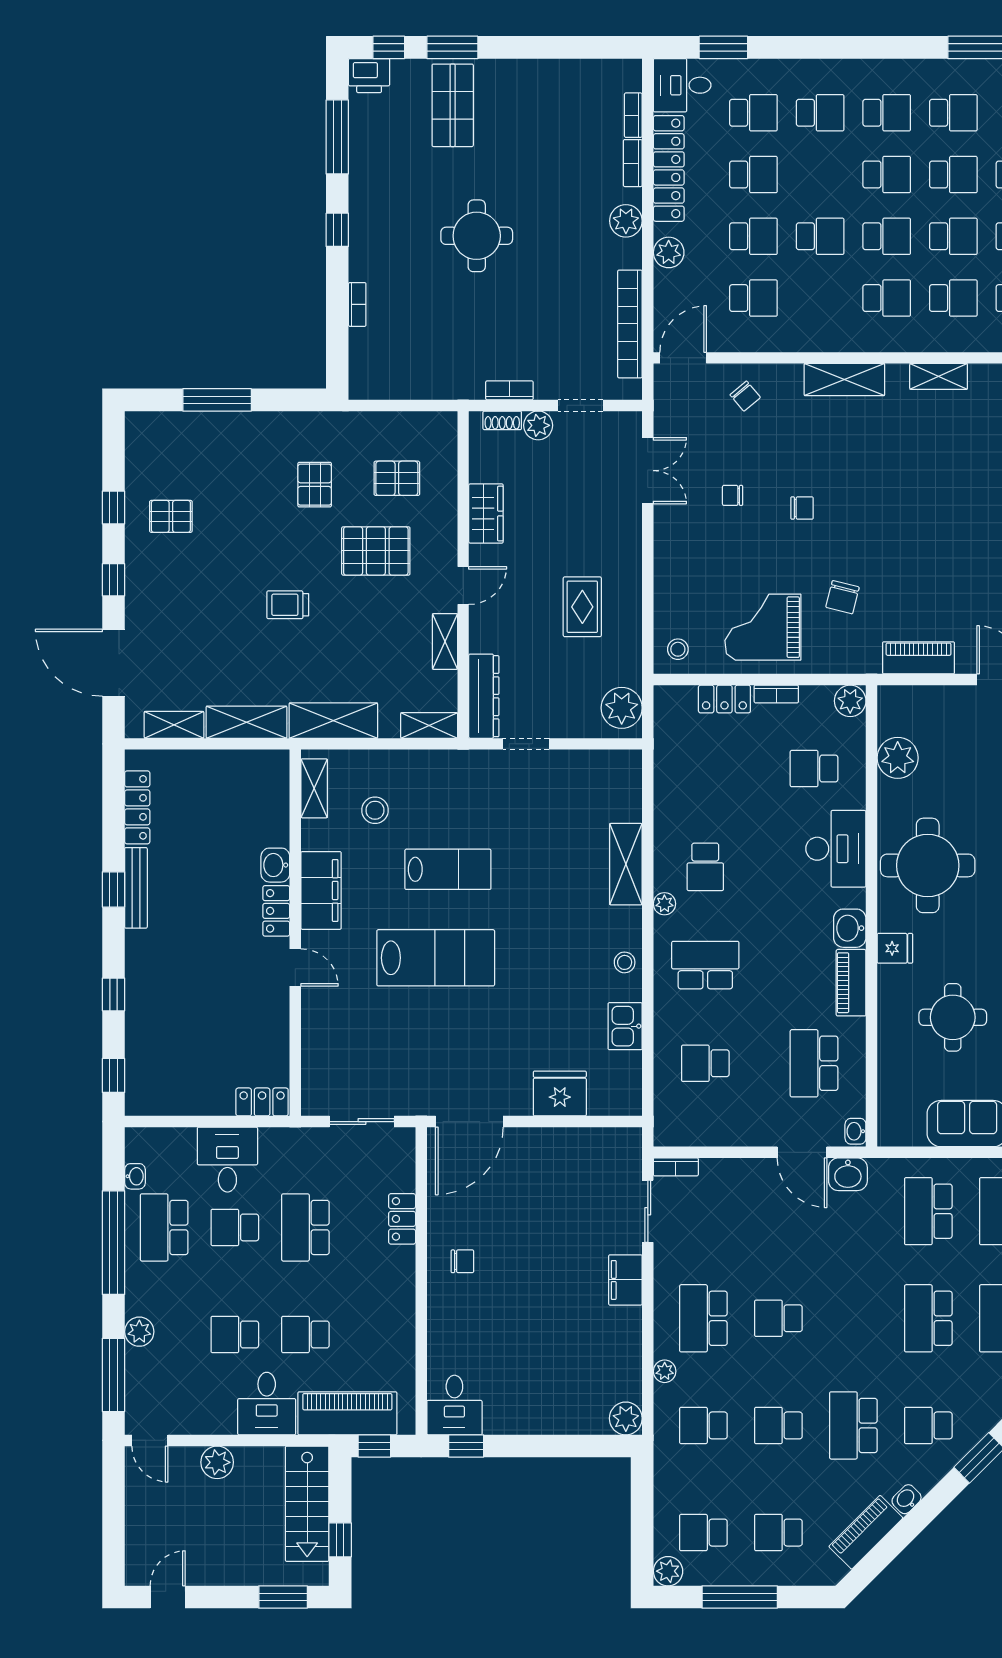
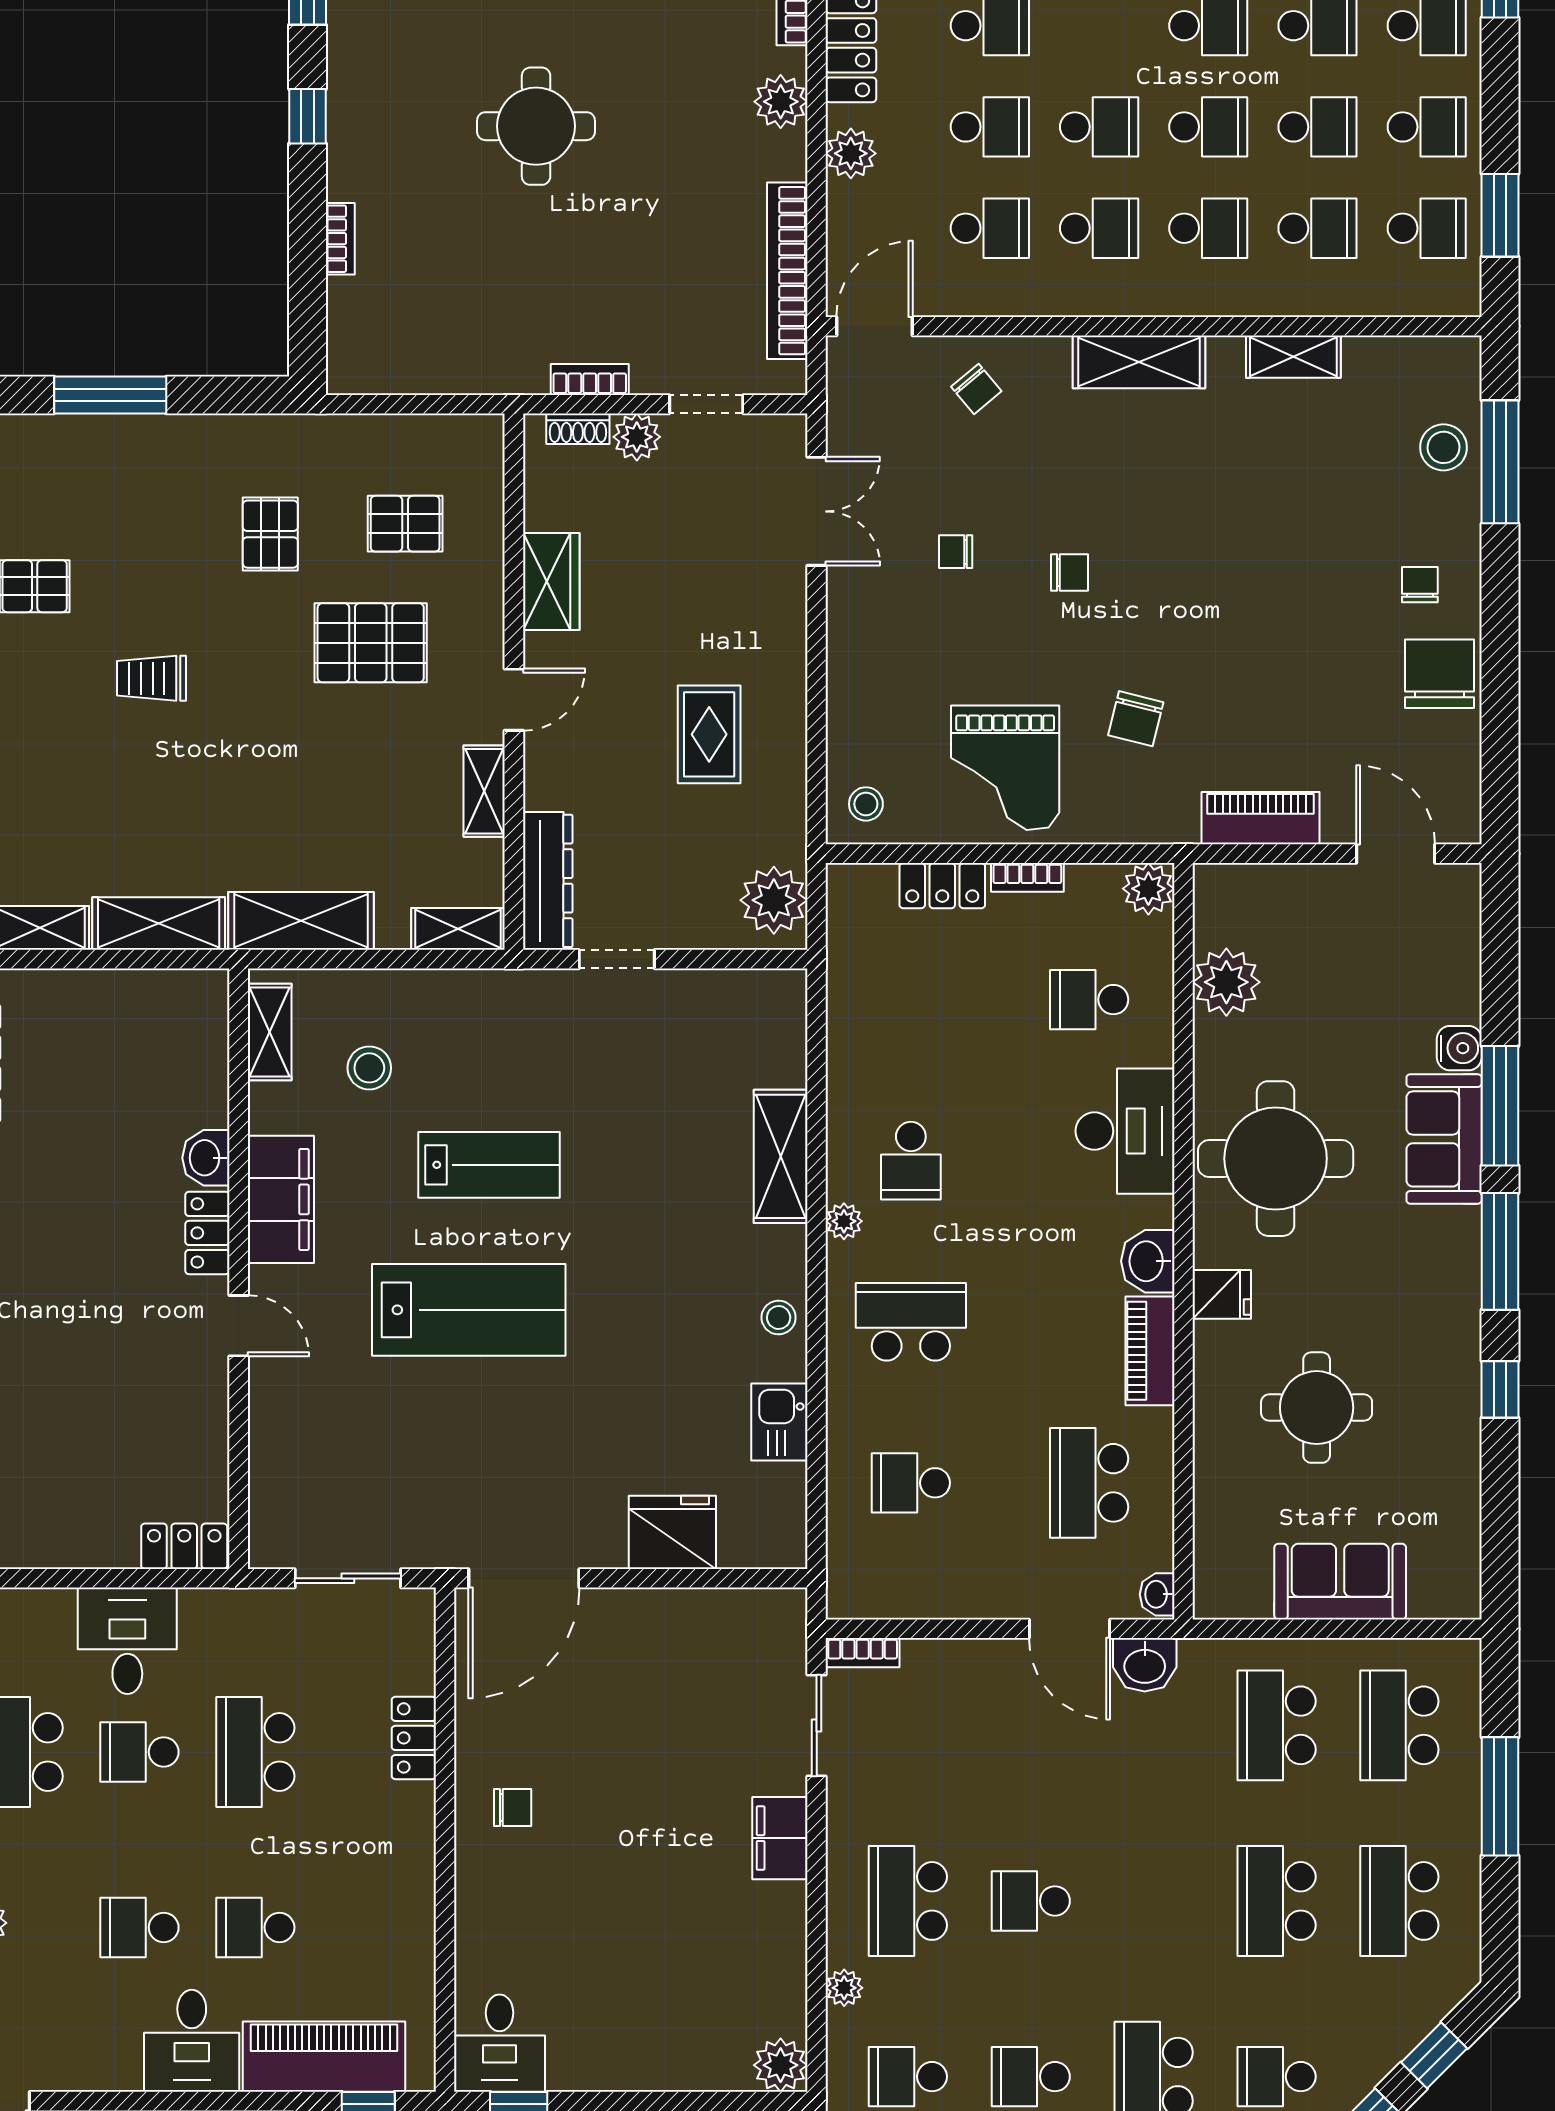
school desk: (820, 298) -> (1099, 228), added
trolley: (288, 605) -> (151, 678), moved
grand piano: (763, 627) -> (1005, 768), turned -90

